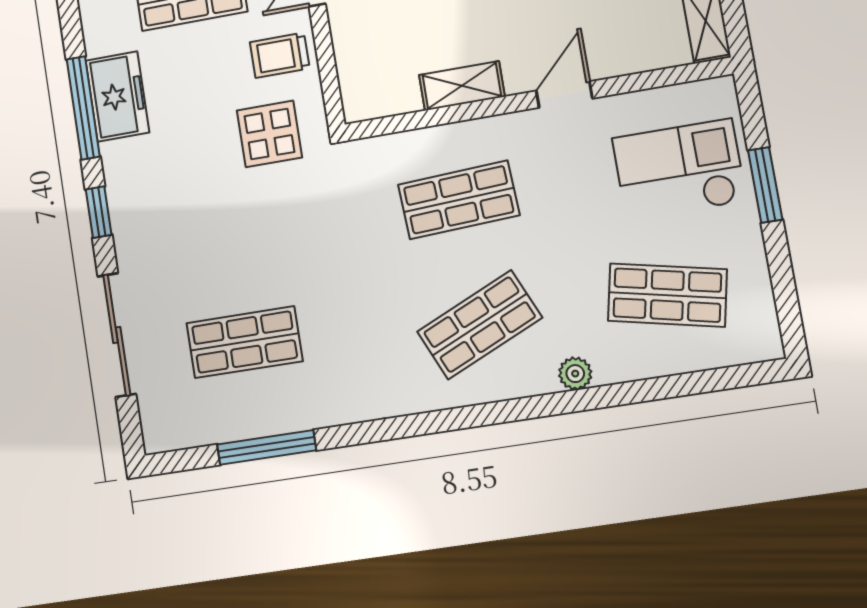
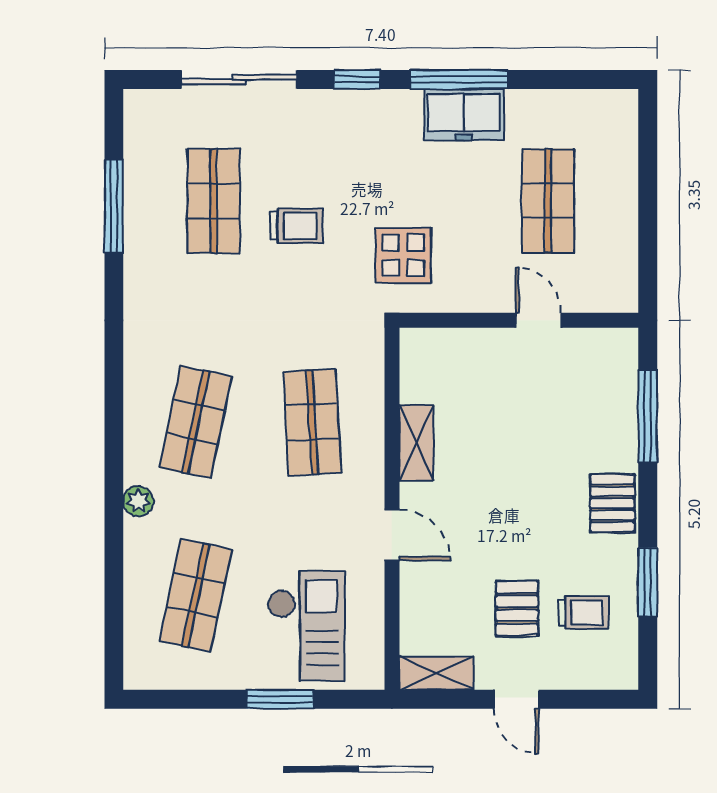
trolley: (280, 55) -> (297, 226), moved, turned 90
shop shelf: (480, 325) -> (196, 422), turned 36

